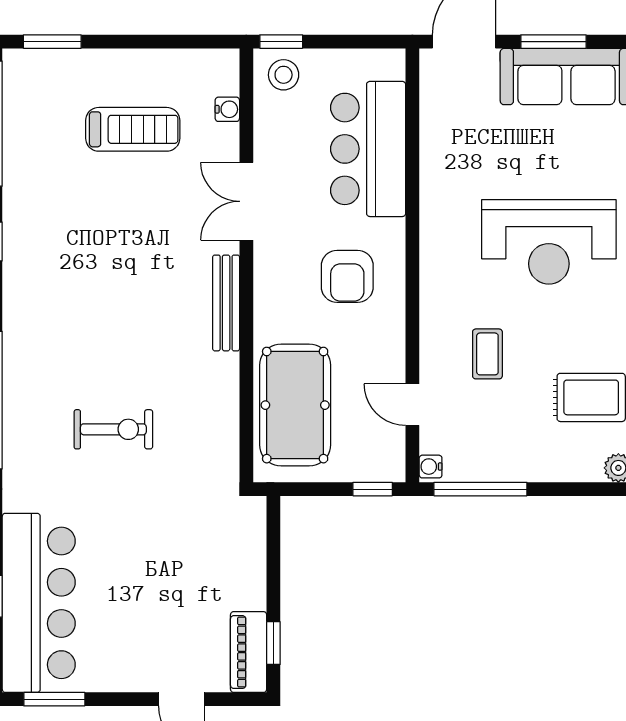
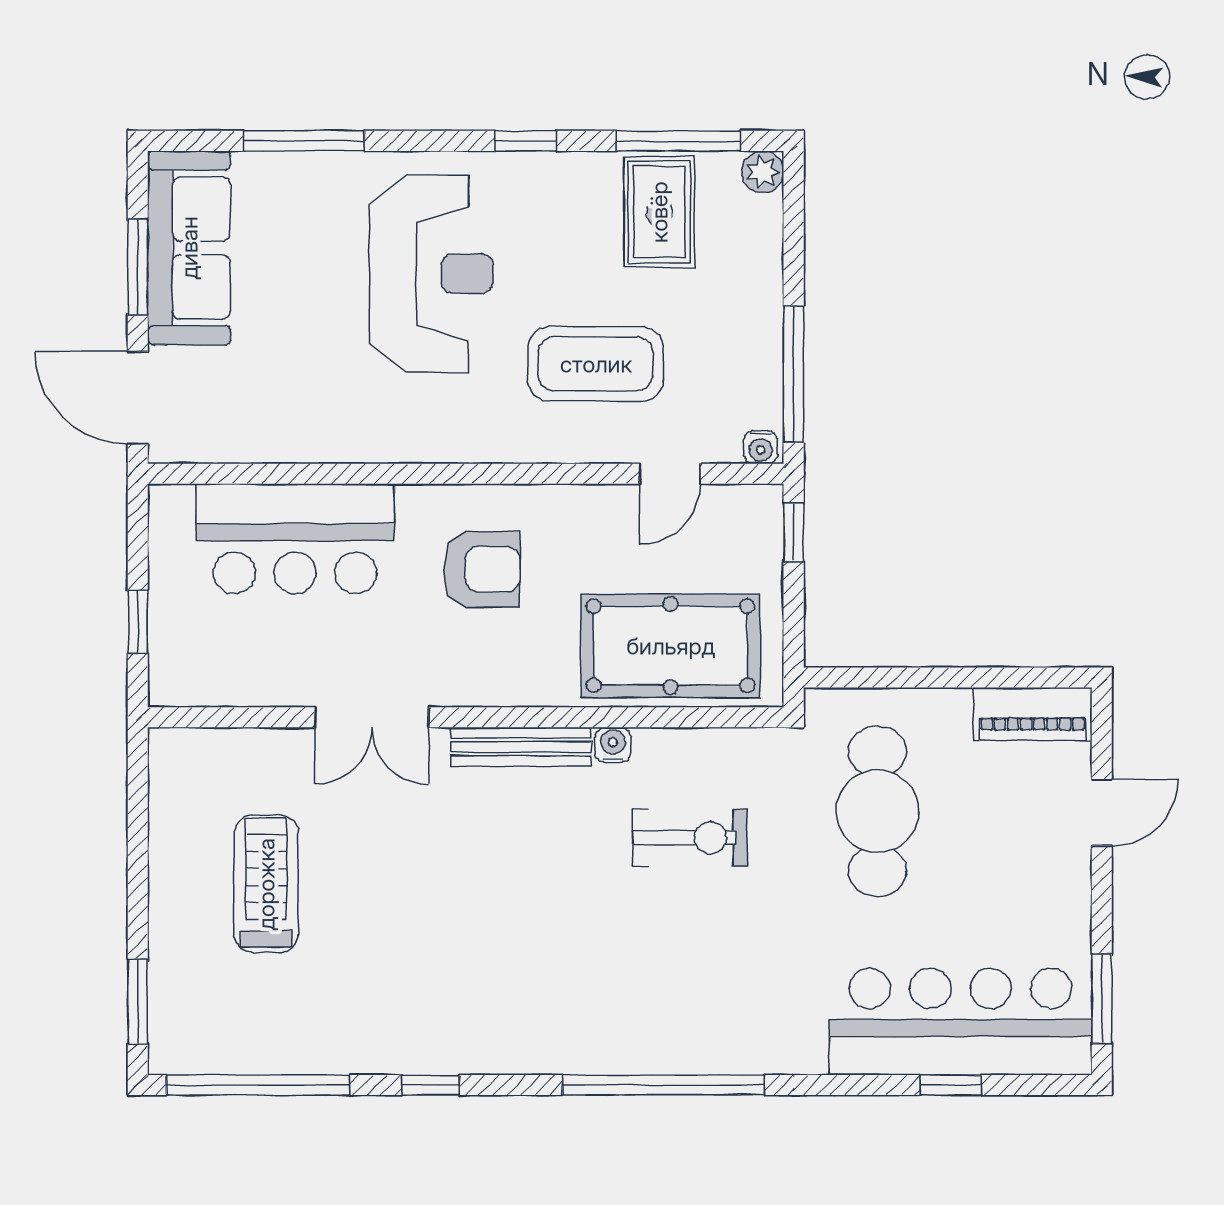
window: (281, 42) -> (138, 622), moved
stool: (284, 75) -> (186, 663), removed
water cooler: (227, 109) -> (613, 745), moved
coffee table: (487, 354) -> (596, 364), width x1.86, depth x1.72
exercise bike: (113, 429) -> (690, 838), moved, turned 90
cafe table: (182, 546) -> (877, 811), added
window: (273, 643) -> (1019, 678), removed

